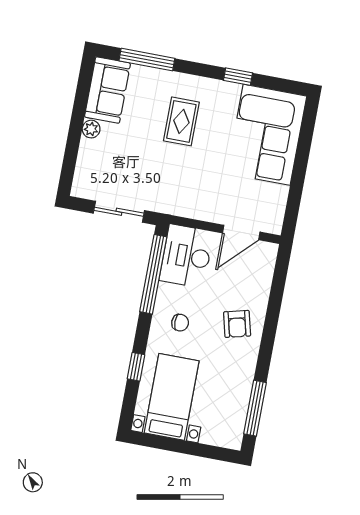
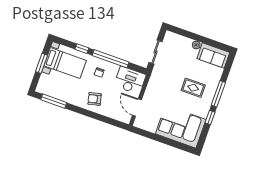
window: (147, 60) -> (218, 94), moved
window: (153, 274) -> (111, 59), moved
window: (180, 446) -> (41, 63), added

